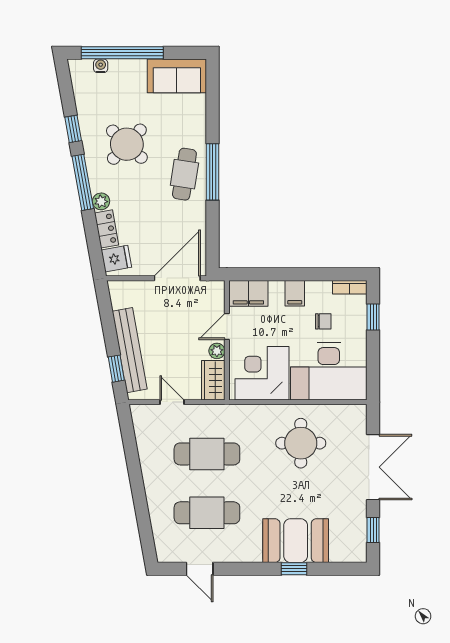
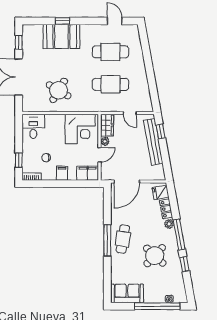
desk: (329, 371) -> (33, 126), width x0.53, depth x0.77
round table: (301, 443) -> (59, 90), turned 31

